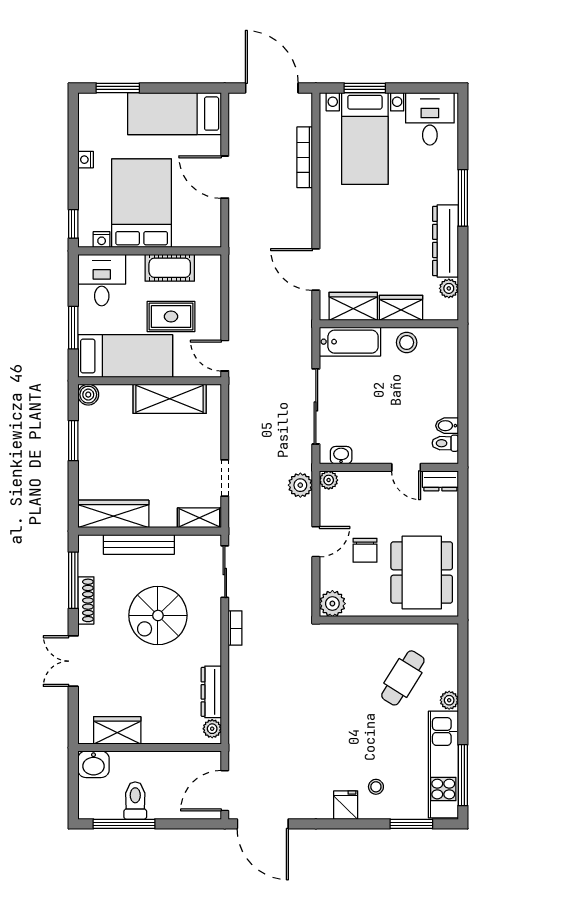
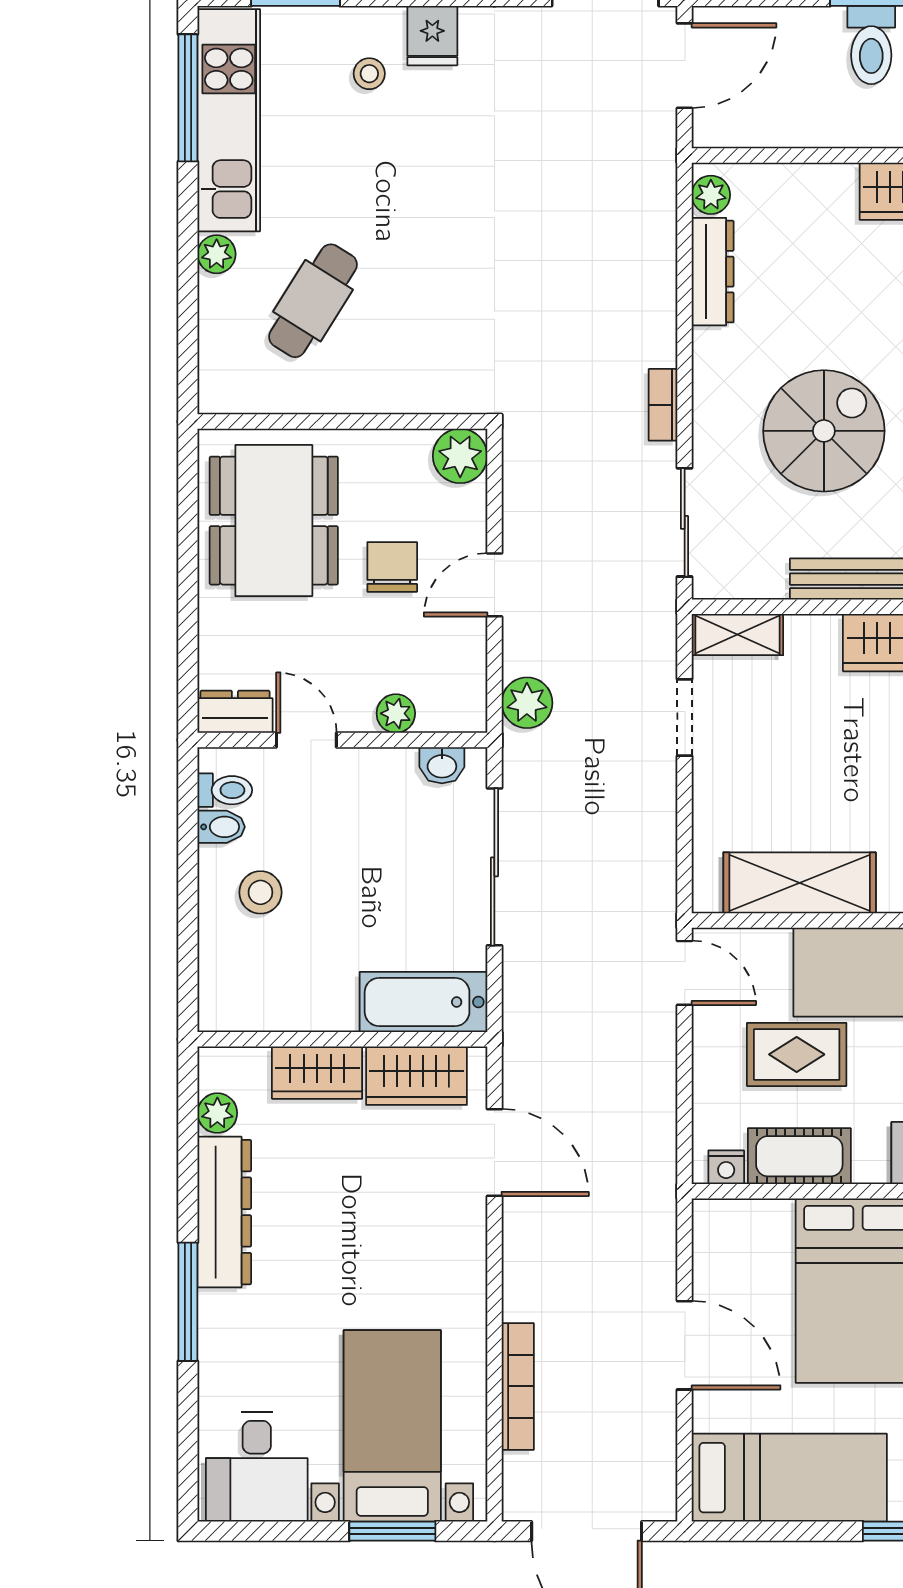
nightstand: (205, 262) -> (726, 1167), added
stool: (407, 342) -> (260, 892), moved
plant: (329, 480) -> (396, 713), moved

